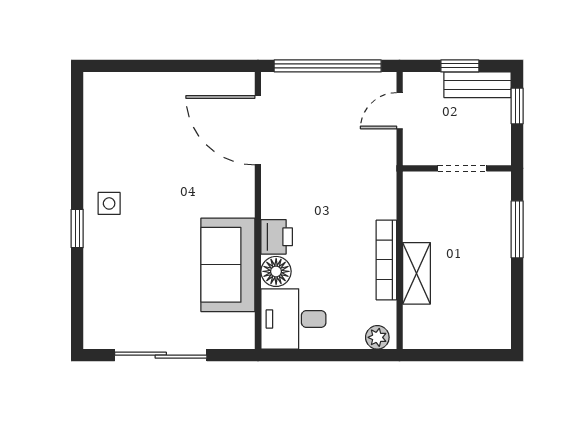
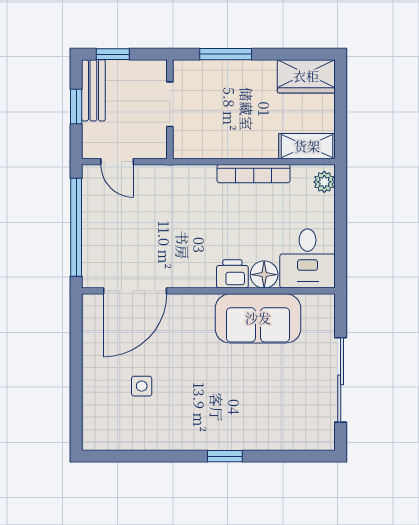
side table: (109, 203) -> (142, 386), moved
shelving: (416, 273) -> (307, 146), moved
wardrobe: (493, 318) -> (306, 76), added

